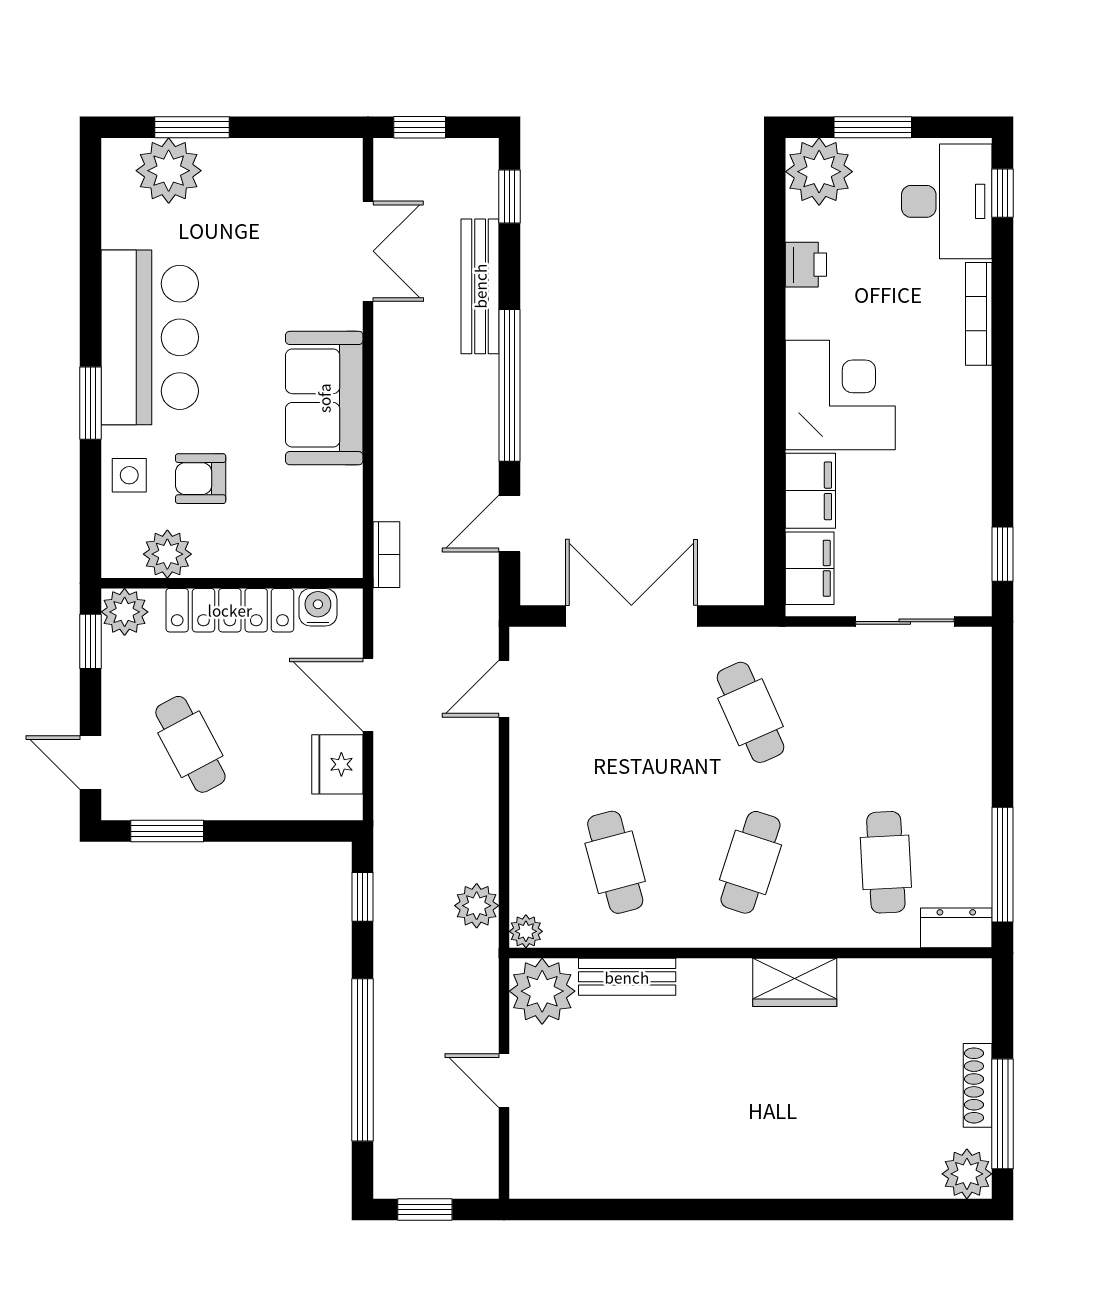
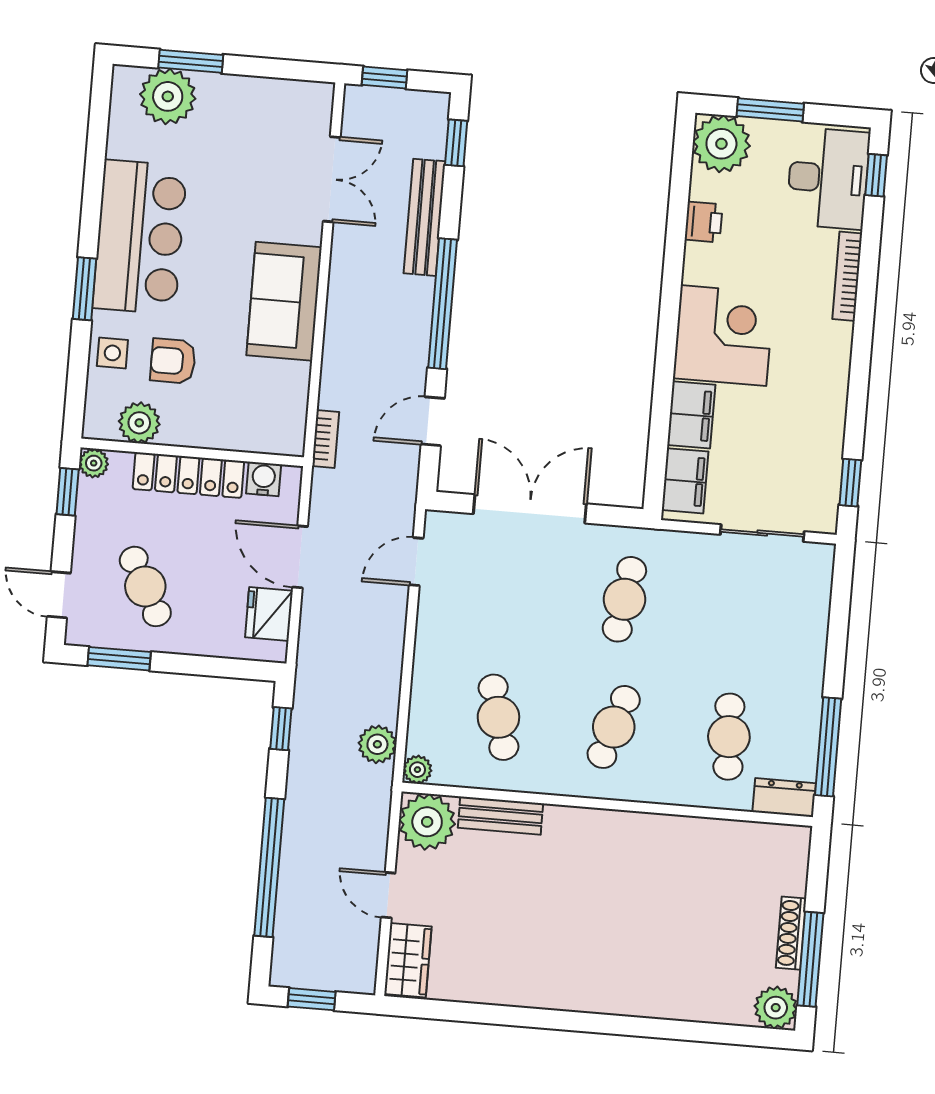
plant: (125, 612) -> (94, 463), width x0.73, depth x0.73
cafe table: (751, 712) -> (624, 599), turned 33
wardrobe: (795, 982) -> (408, 960), moved, turned -90

